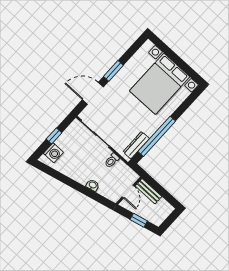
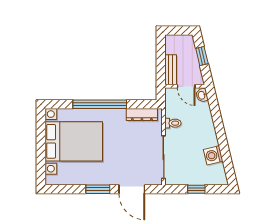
window: (157, 136) -> (100, 104), moved
washing machine: (53, 153) -> (213, 155), moved, turned -103
washbasin: (93, 185) -> (202, 95), moved
door: (128, 192) -> (186, 86), swing flipped

